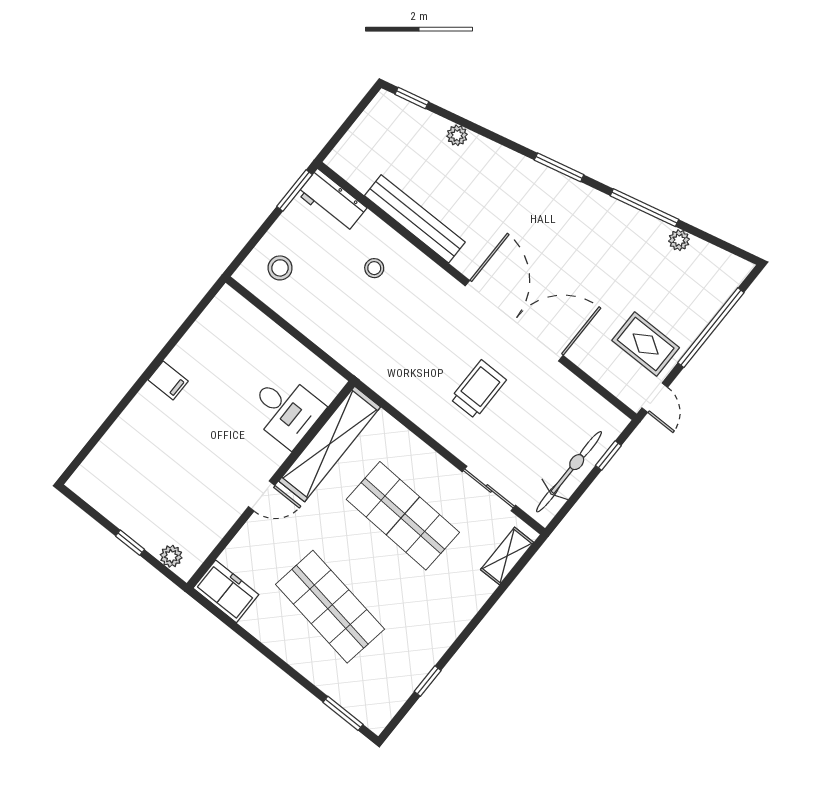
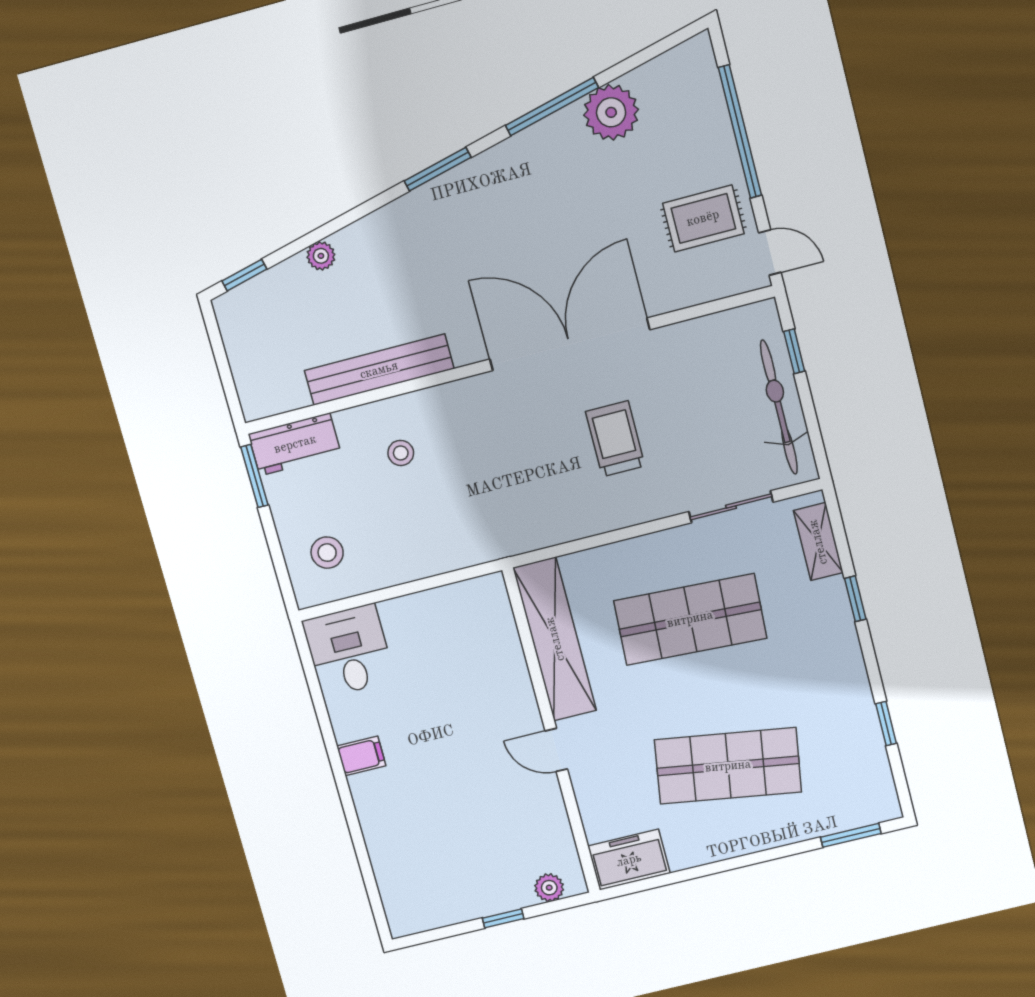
plant: (679, 240) -> (611, 112), width x1.87, depth x1.87
desk: (286, 410) -> (349, 651), moved, turned -90
door: (262, 496) -> (556, 750), swing flipped
window: (489, 604) -> (855, 599), added

